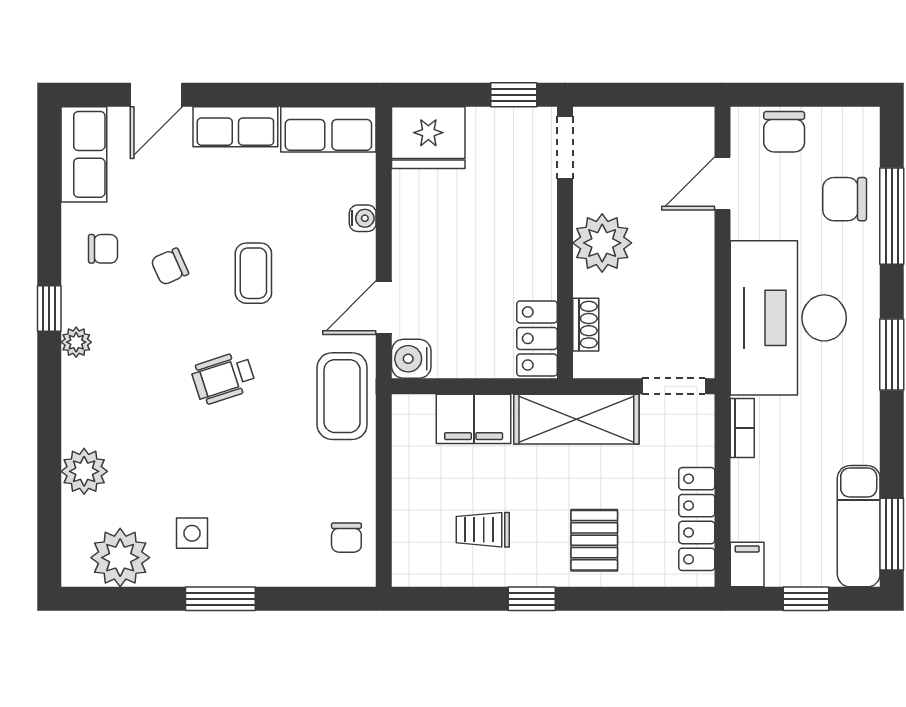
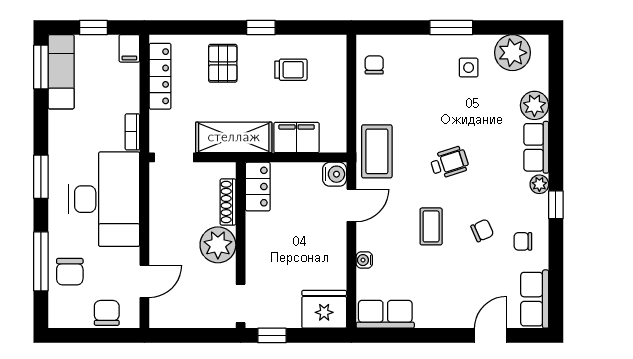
row of seats: (235, 127) -> (536, 147), moved, turned -90
chair: (845, 199) -> (70, 272), turned 90
shoe rack: (586, 325) -> (228, 202), width x1.43

